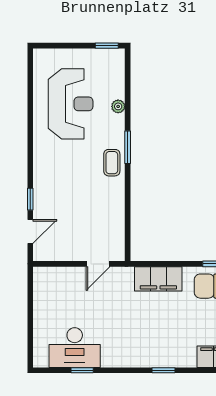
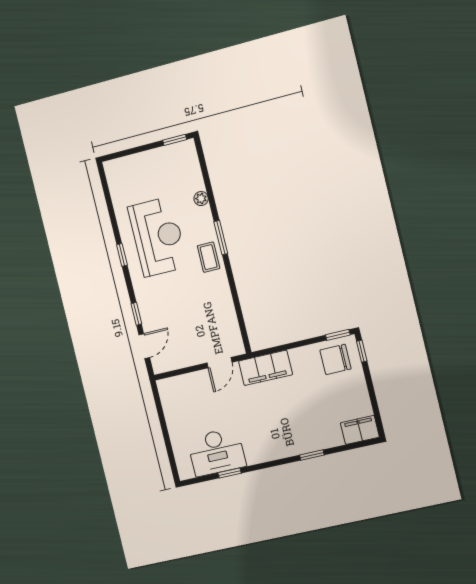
reception desk: (71, 104) -> (158, 237), moved
window: (30, 140) -> (122, 255), added
filing cabinet: (158, 279) -> (265, 368), moved

